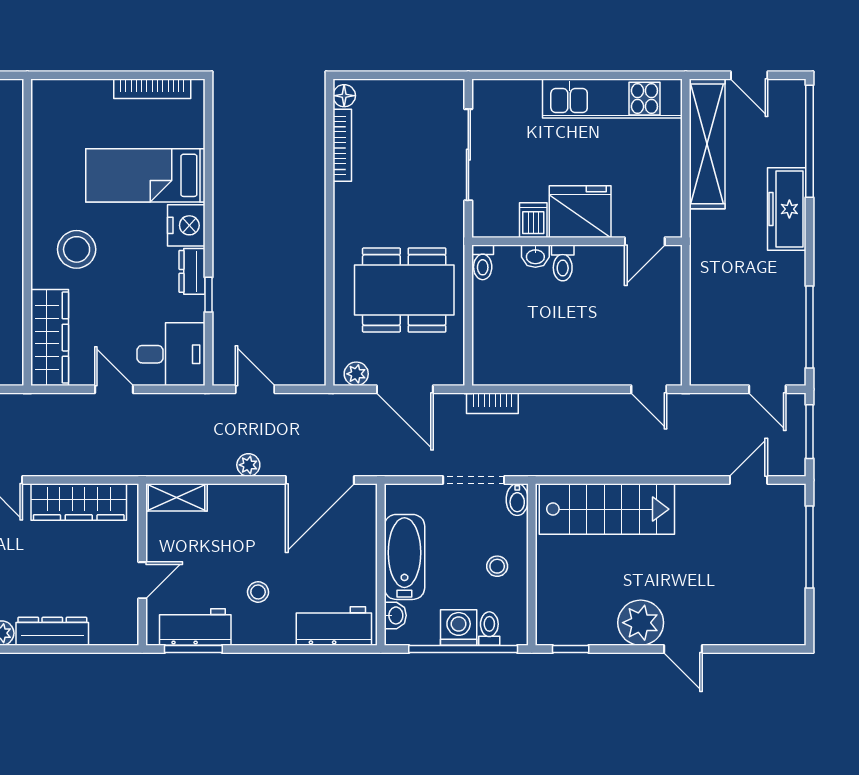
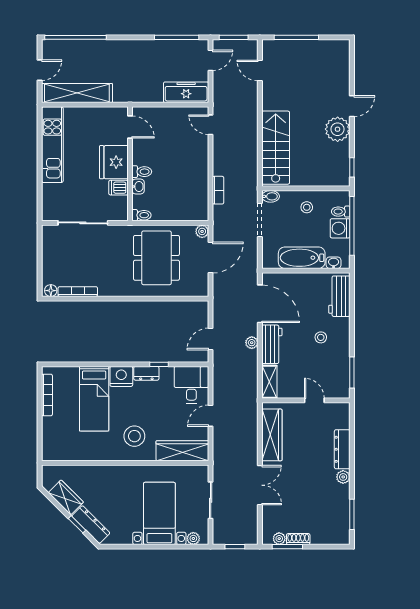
freezer: (787, 209) -> (186, 92), moved, turned 180
plant: (356, 374) -> (202, 231), moved
door: (649, 389) -> (211, 125), swing flipped
bookcase: (492, 403) -> (218, 190), moved
workbench: (195, 627) -> (272, 344), moved, turned 180

